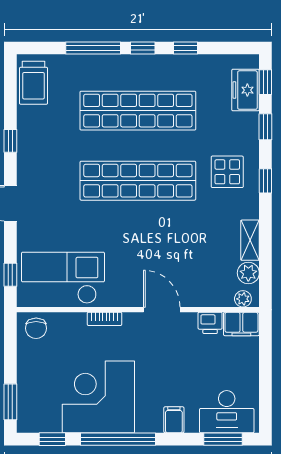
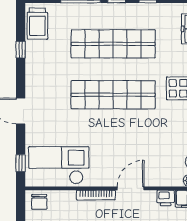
window: (10, 141) -> (21, 50), moved
door: (162, 310) -> (131, 188), hinge flipped
bookcase: (105, 319) -> (96, 195), width x1.56

